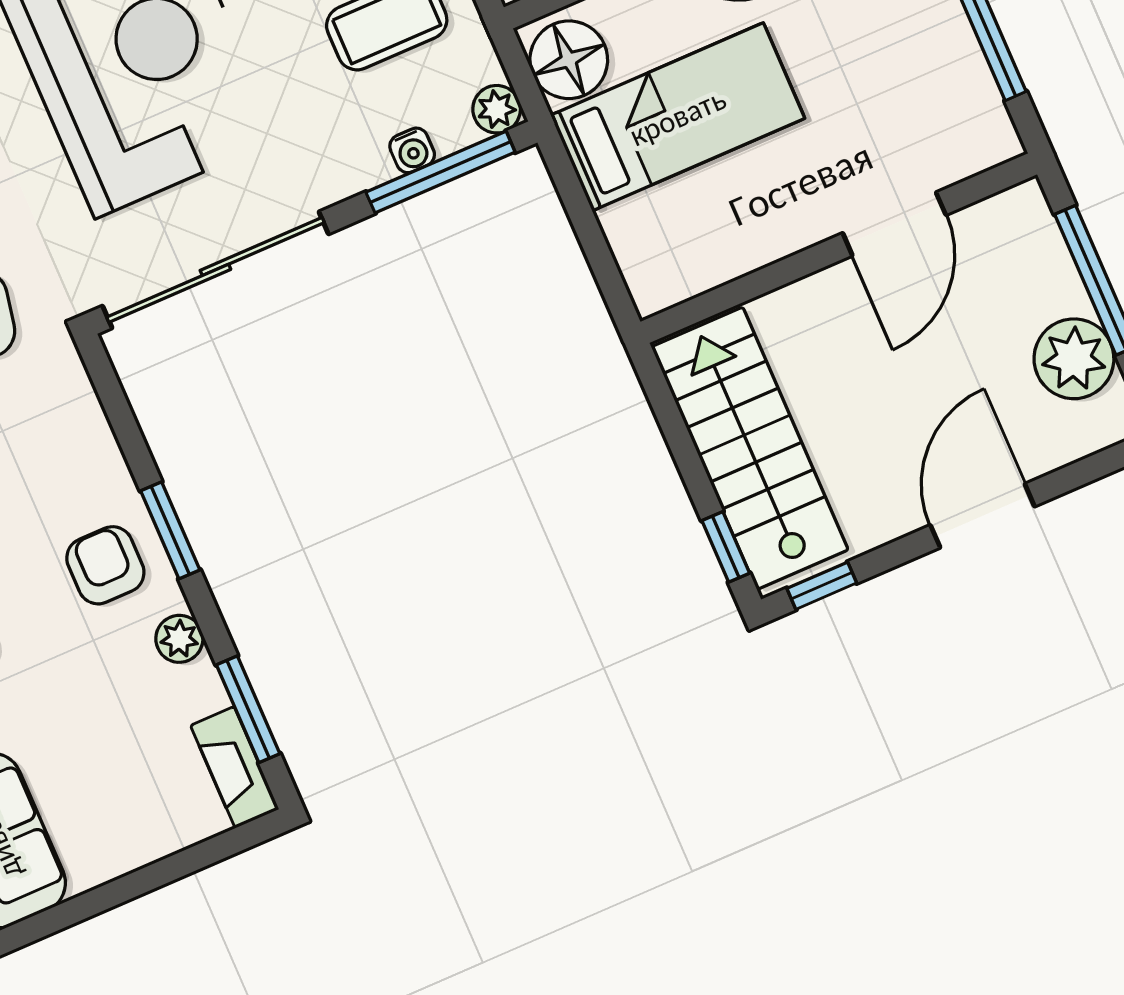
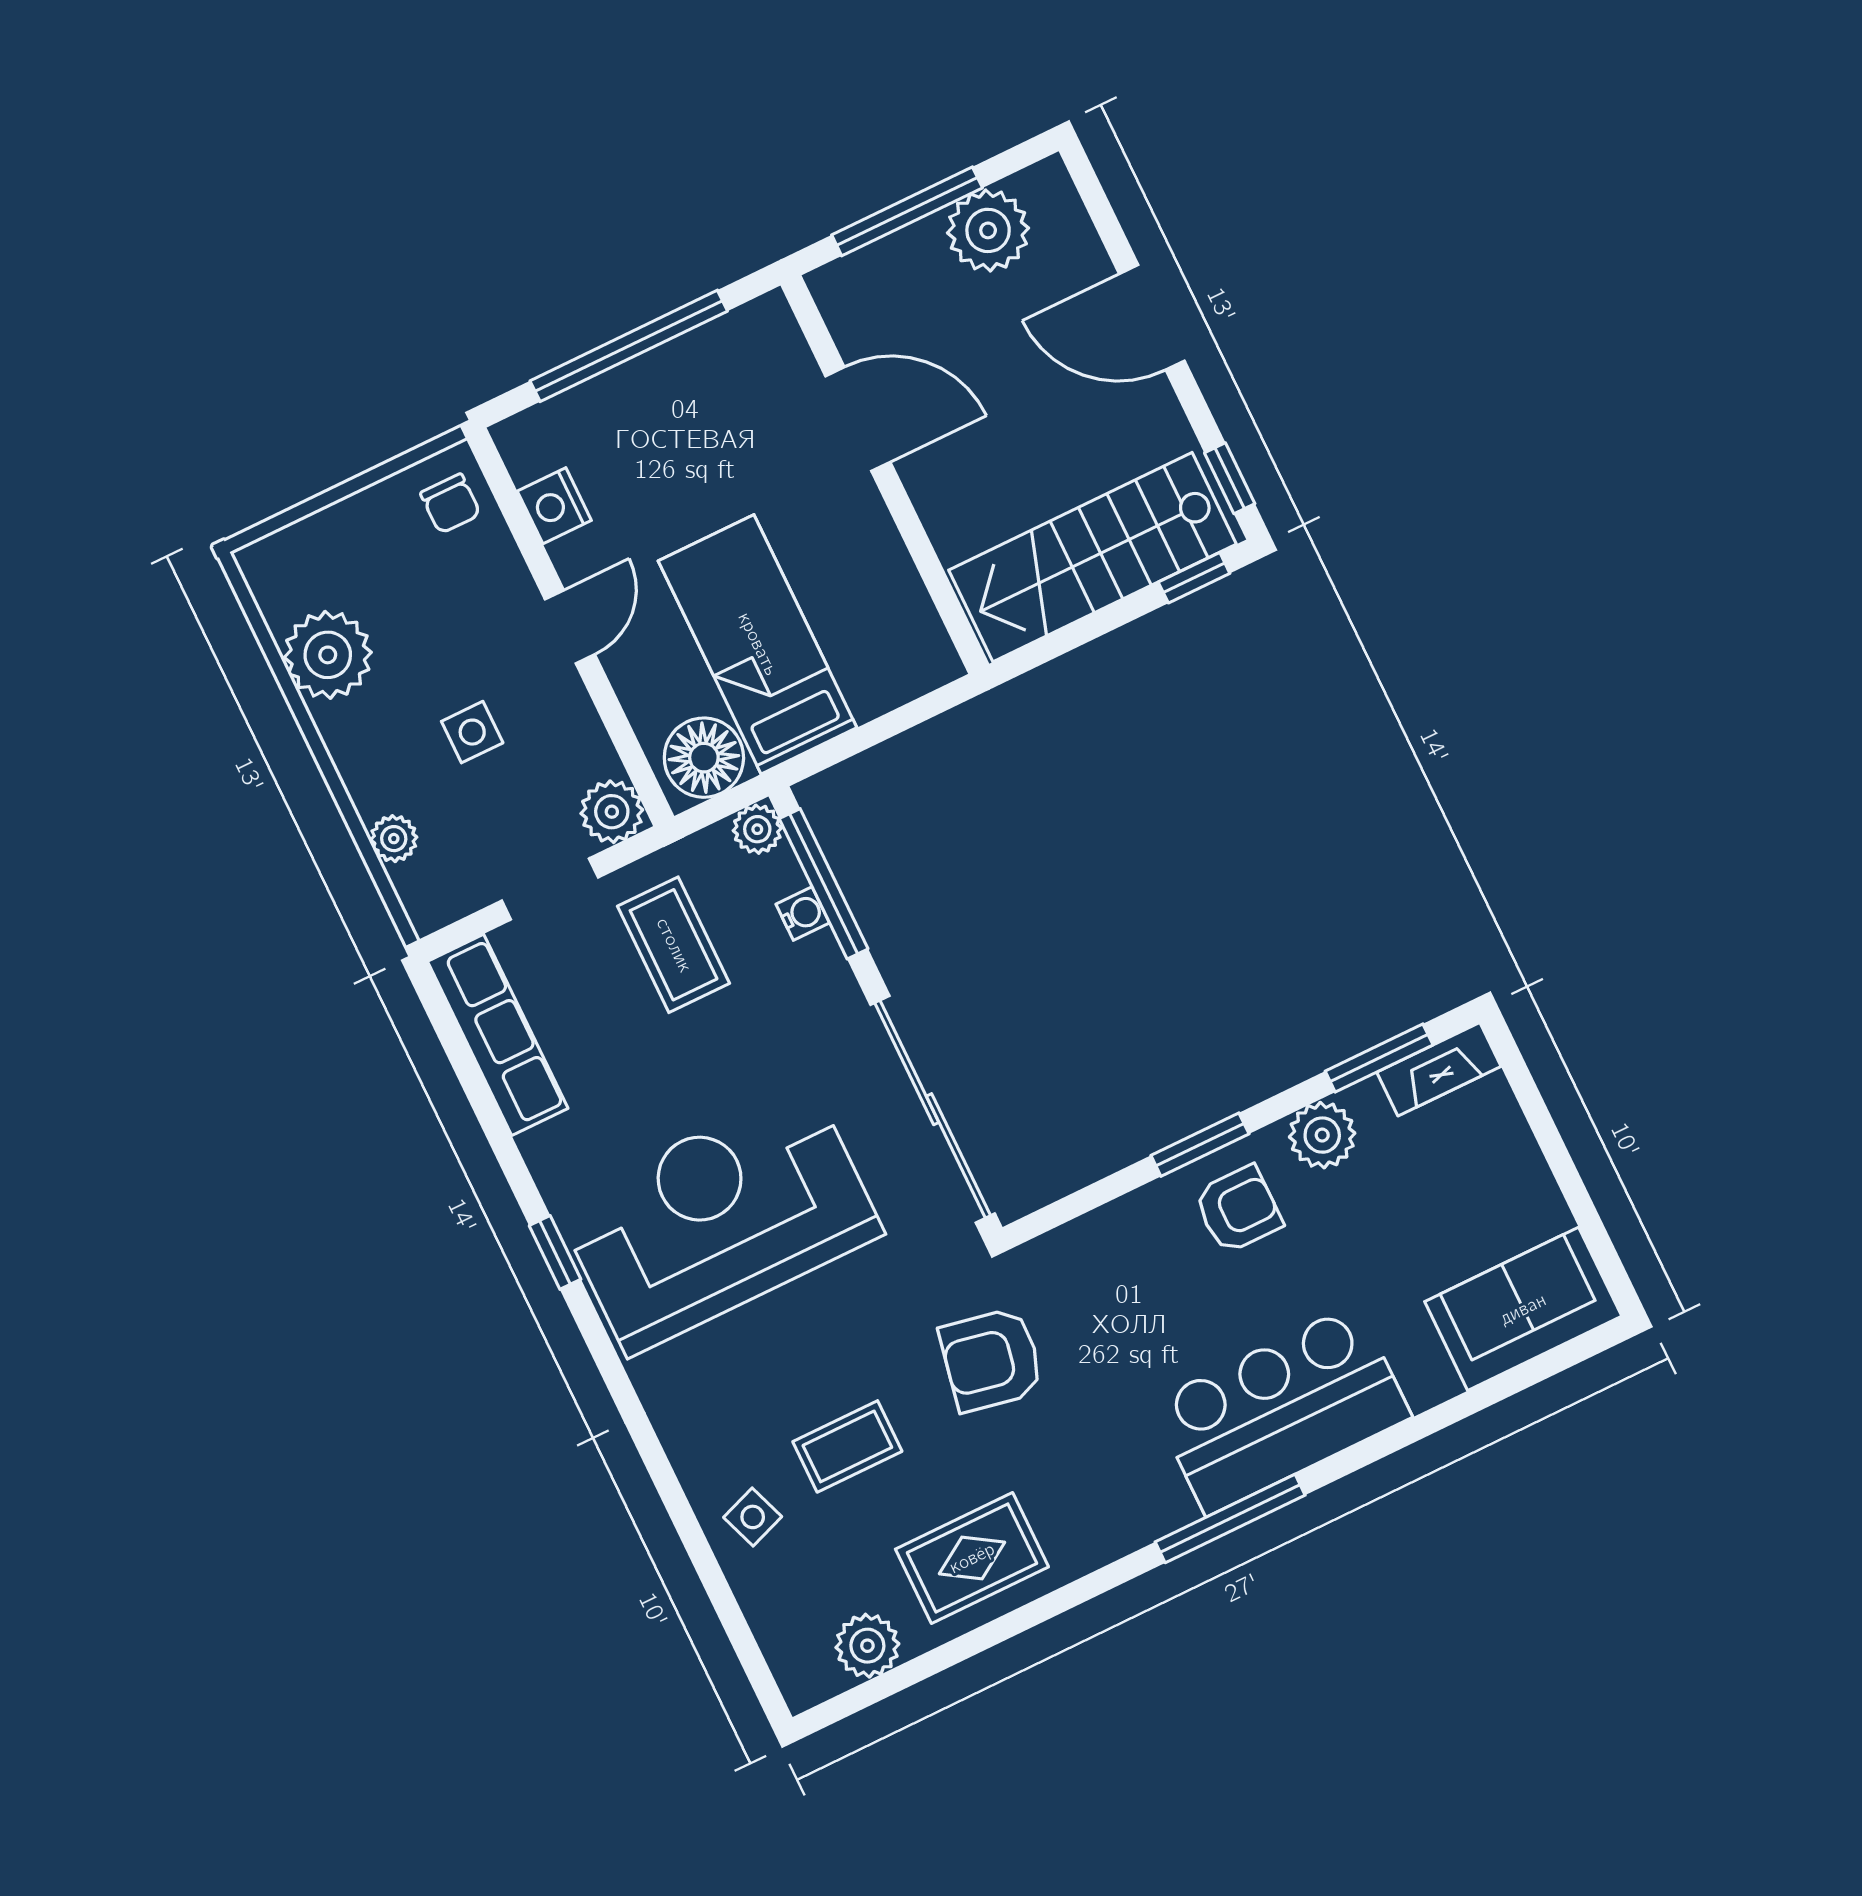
armchair: (105, 565) -> (1238, 1209), turned 180
plant: (179, 639) -> (1322, 1135), width x1.38, depth x1.38

